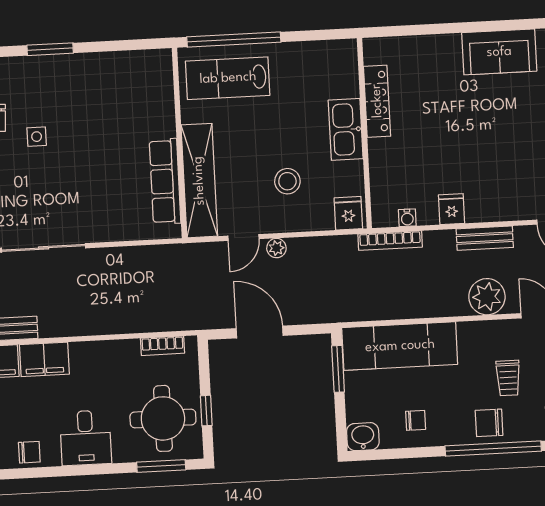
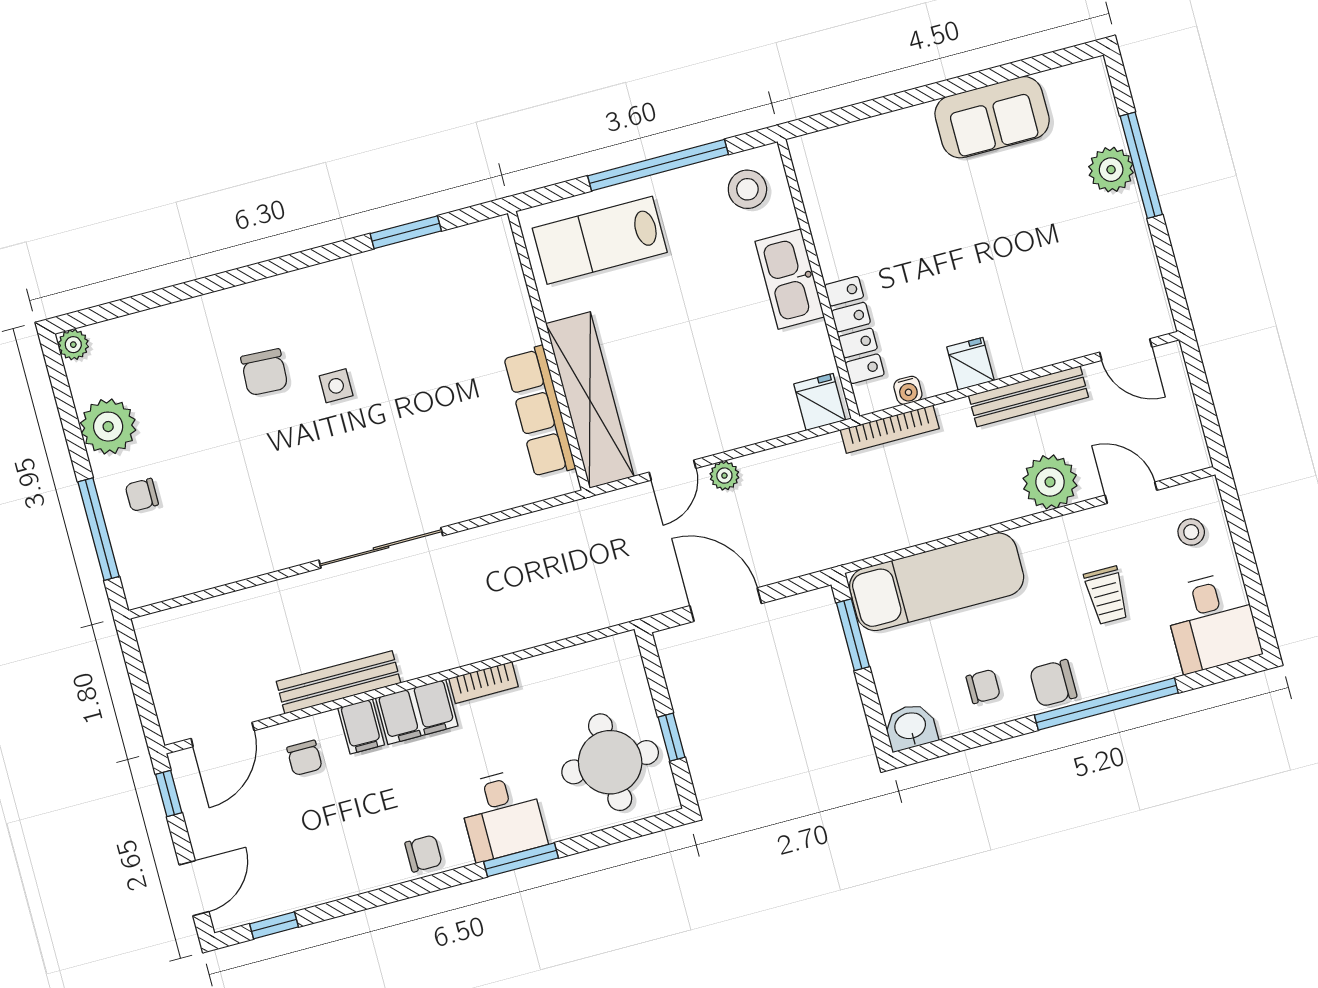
window: (234, 40) -> (658, 165), moved
window: (50, 49) -> (406, 232), moved
locker: (377, 101) -> (854, 330), moved
stool: (287, 181) -> (747, 189), moved
bench: (485, 238) -> (1029, 396), width x1.36
bookcase: (163, 346) -> (484, 683), moved
chair: (489, 423) -> (1053, 683), moved
window: (161, 466) -> (521, 860), moved

